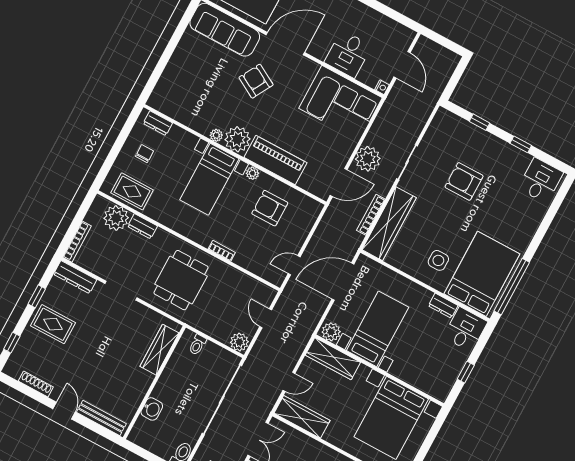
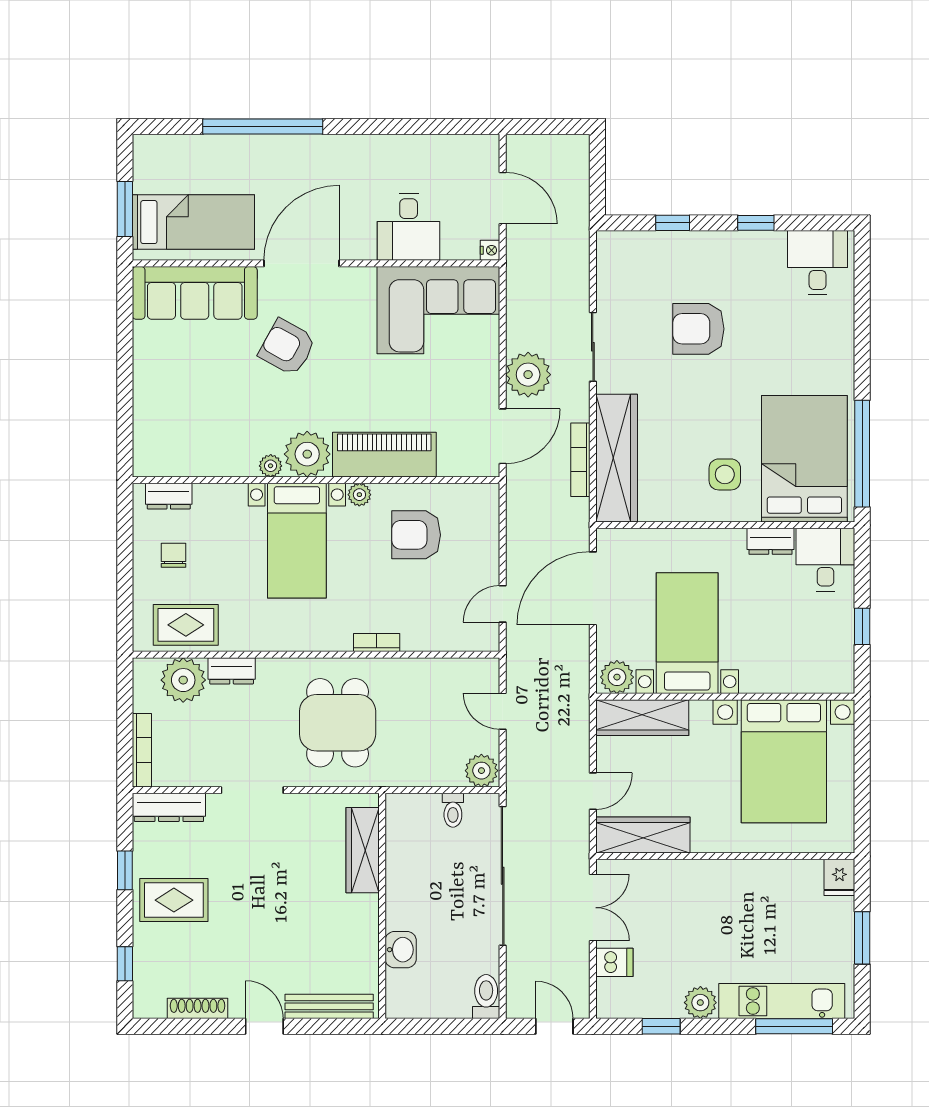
toilet: (197, 345) -> (453, 810), moved

